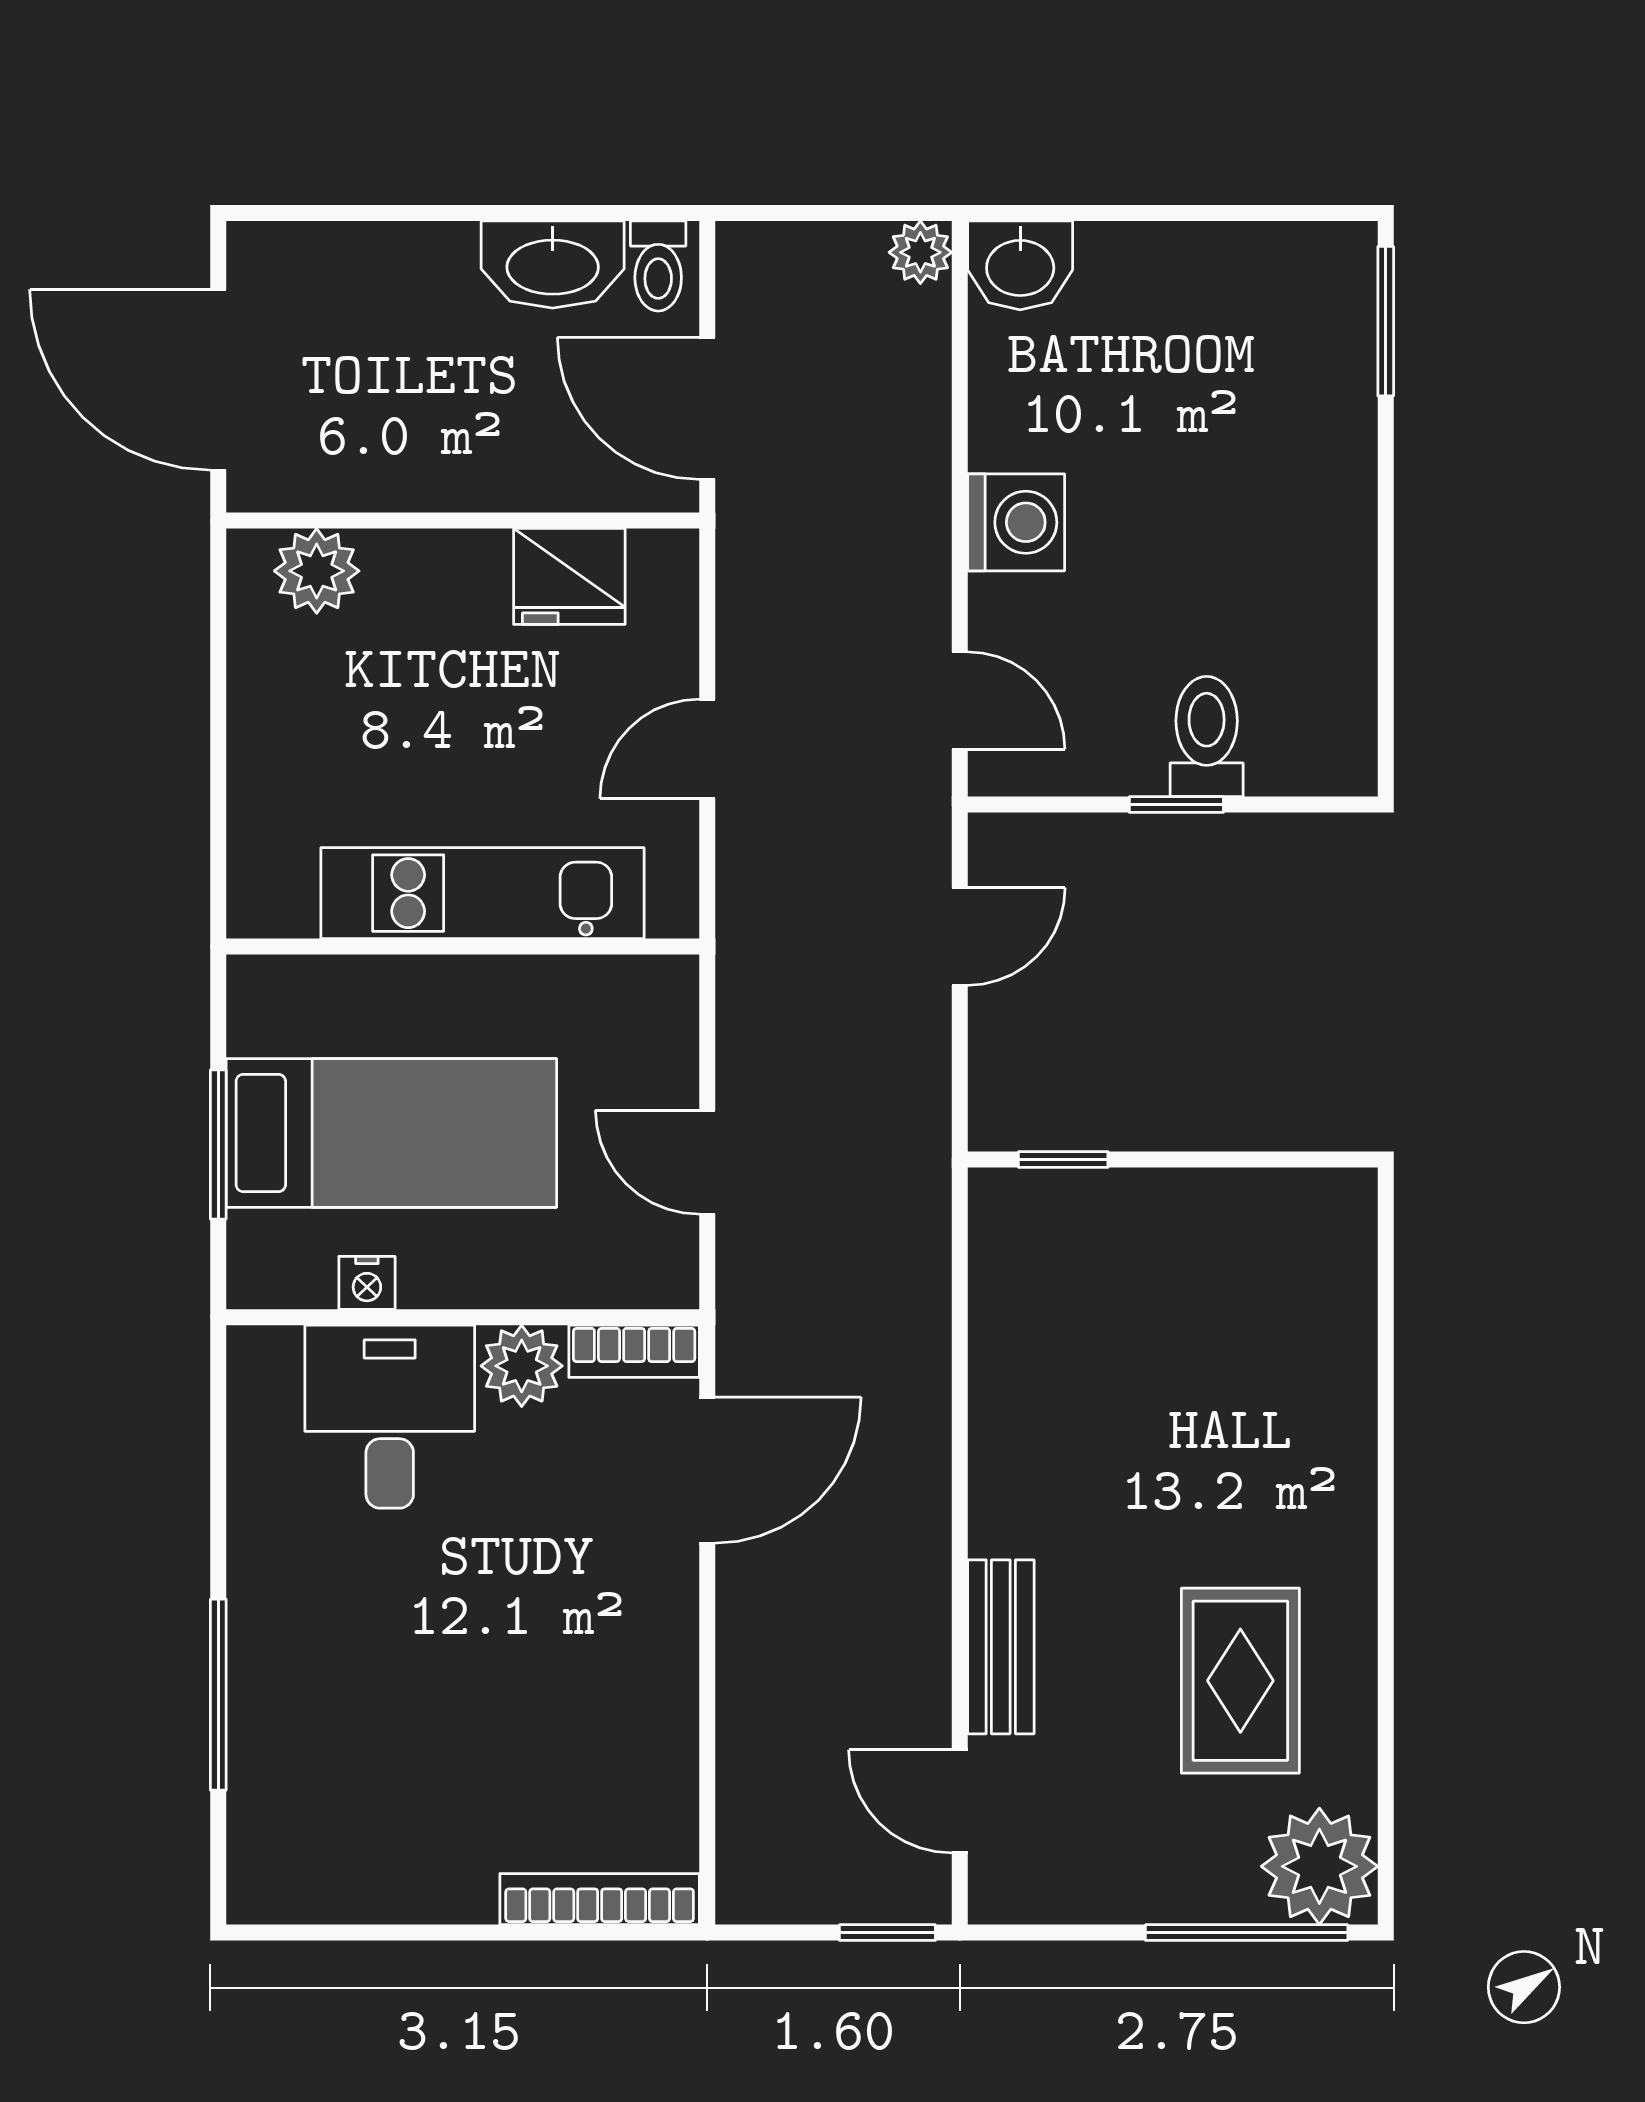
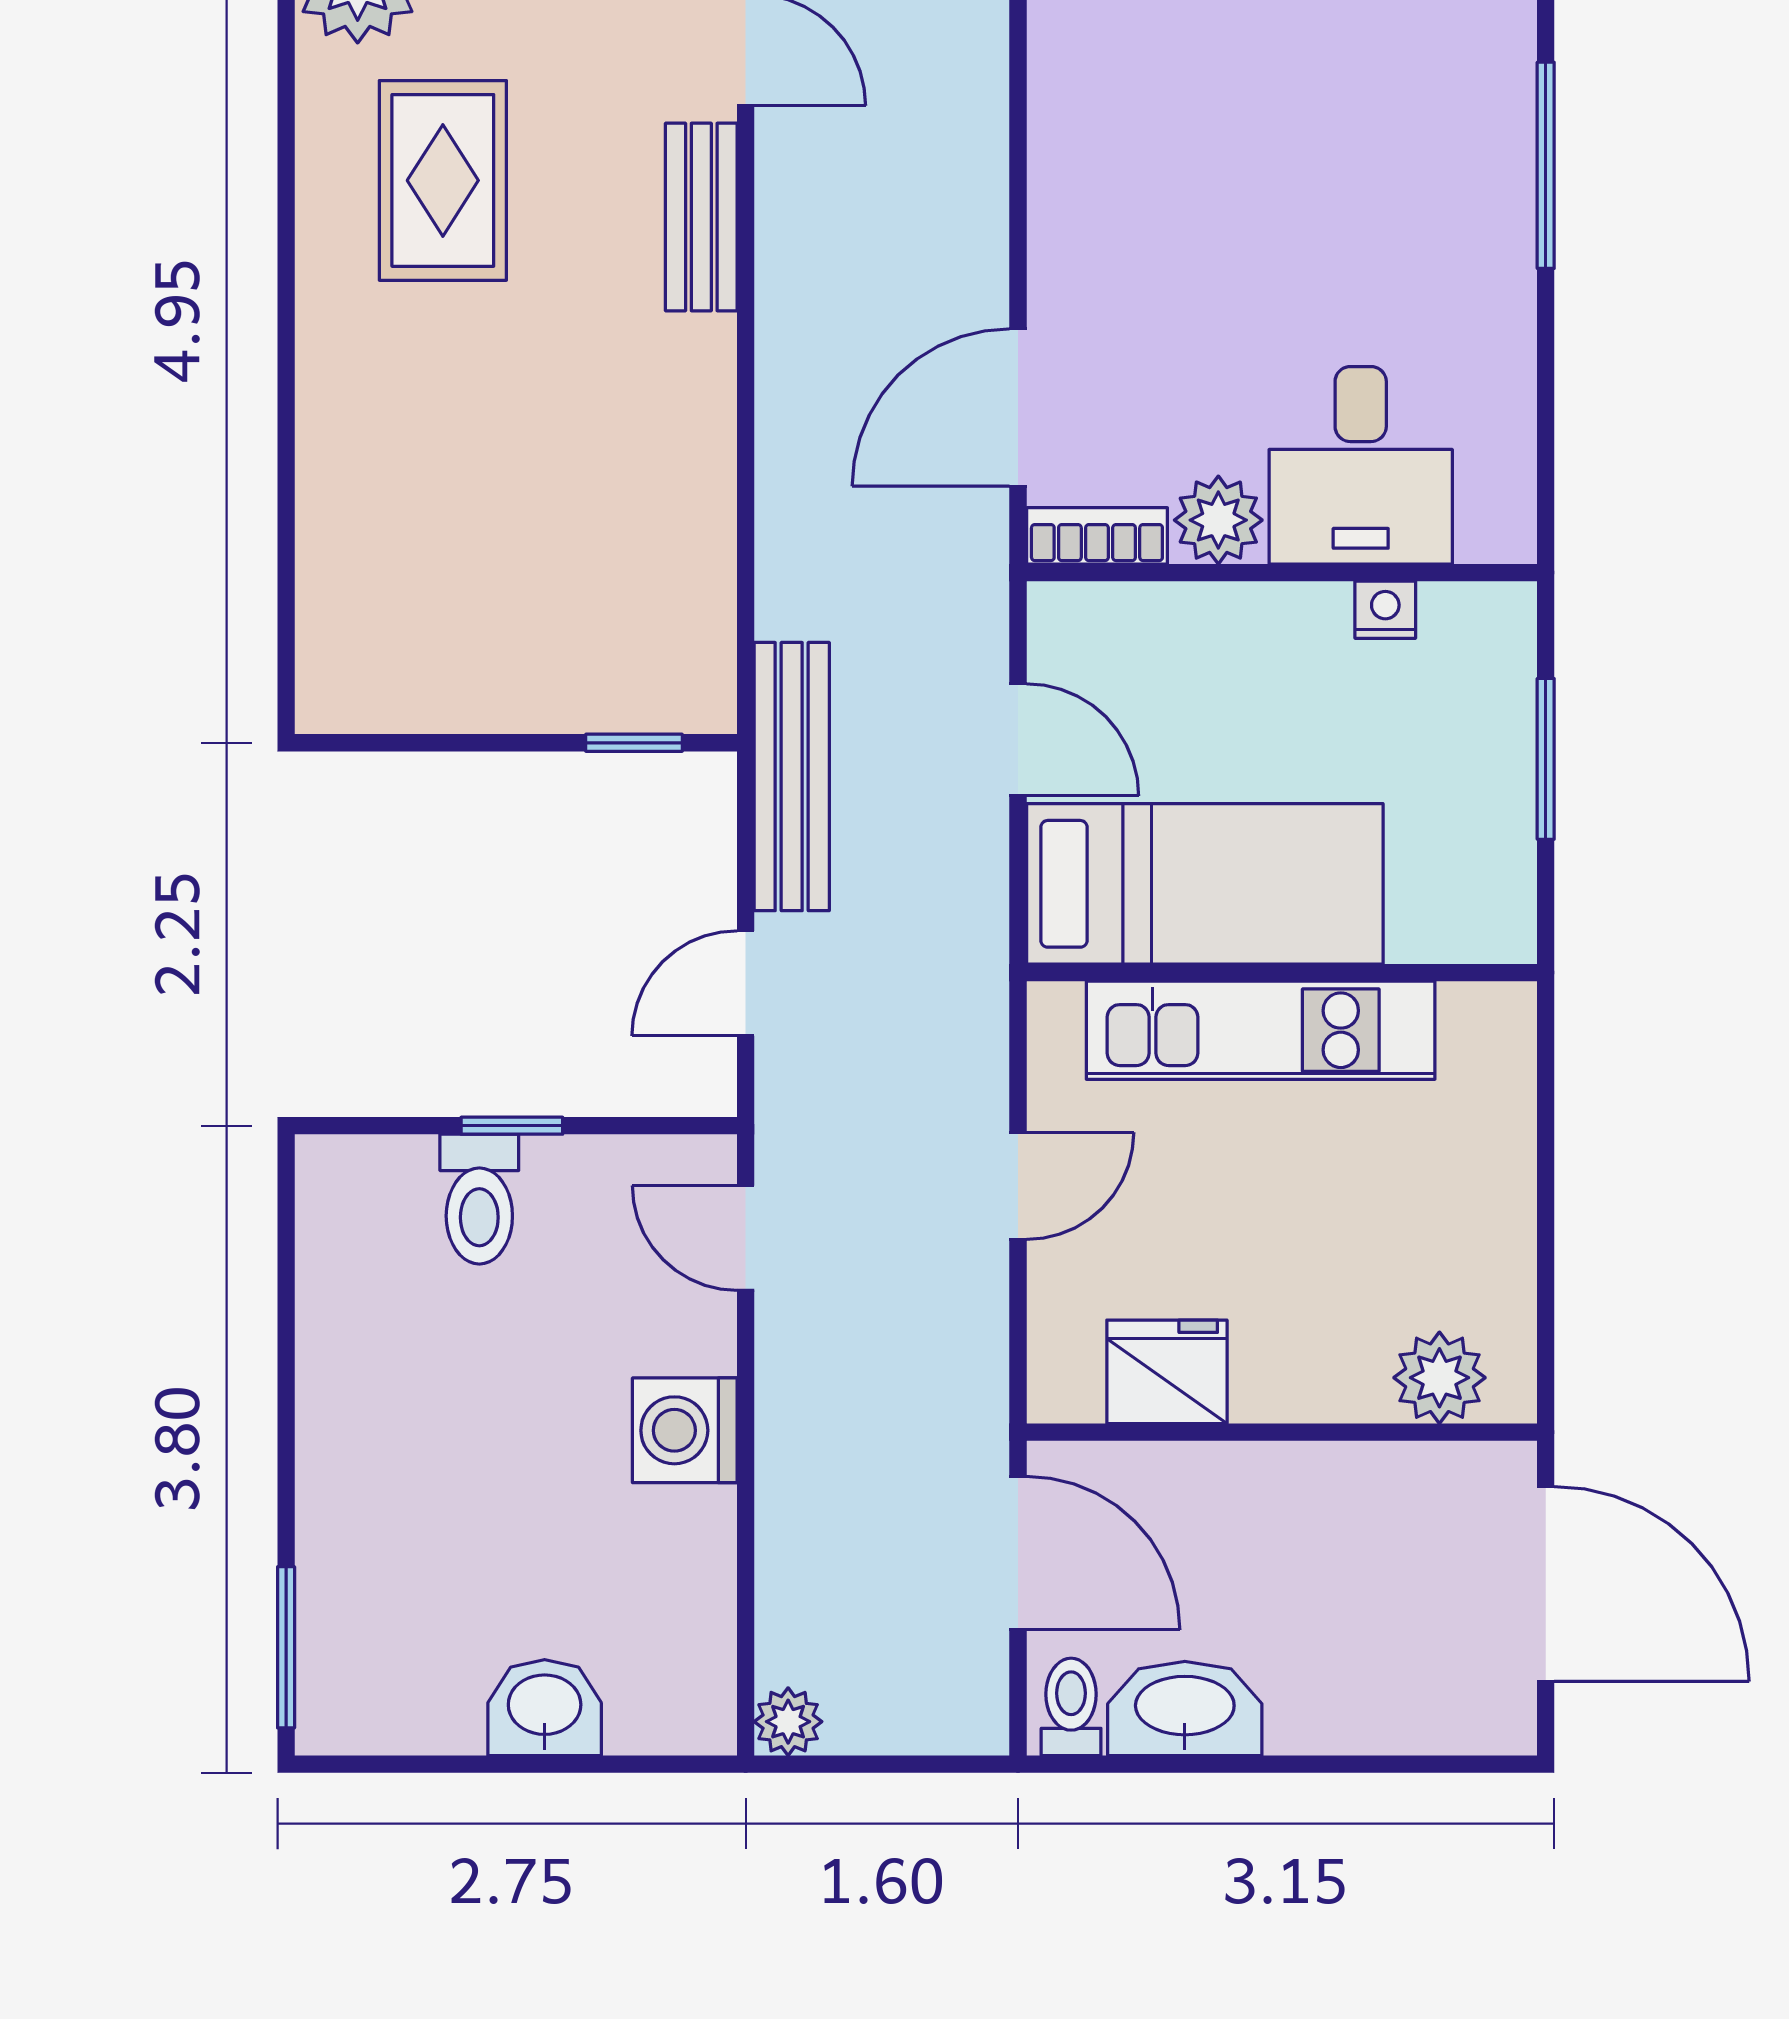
washbasin: (1020, 265) -> (545, 1708), moved
bench: (917, 1128) -> (792, 777), added
bed: (391, 1133) -> (1205, 884), moved, turned 180

